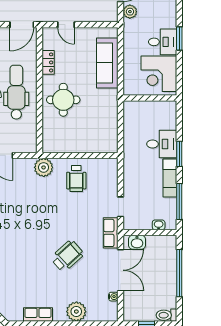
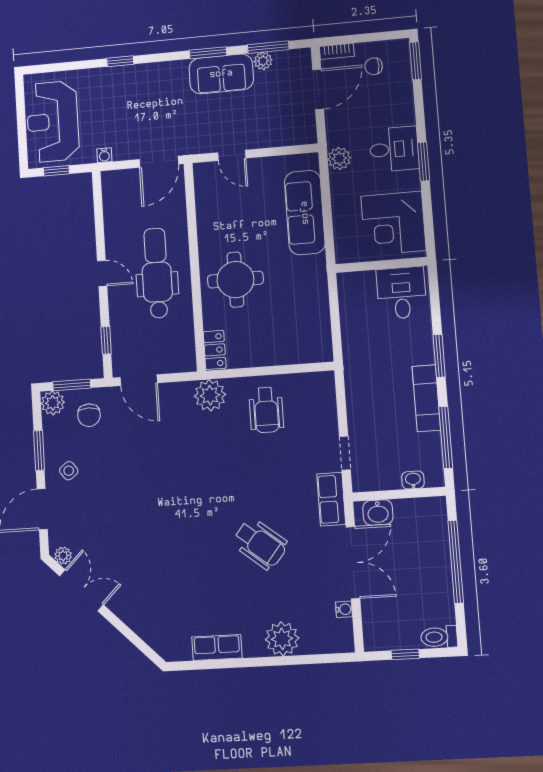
plant: (130, 12) -> (339, 159), moved
desk: (163, 42) -> (394, 149), moved
locker: (48, 62) -> (215, 350), moved
desk: (162, 144) -> (401, 293), moved, turned -90
wheelchair: (67, 256) -> (260, 544), turned 81

